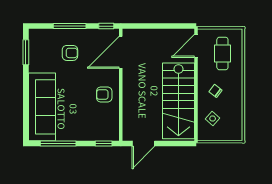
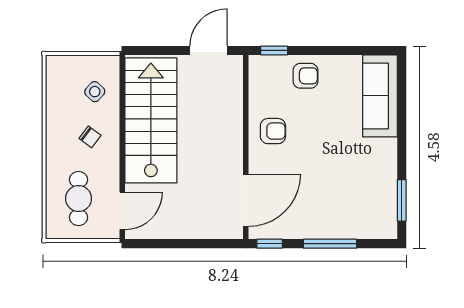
armchair: (70, 53) -> (305, 76), moved, turned 180
sofa: (42, 107) -> (380, 96), width x0.74, depth x0.79
window: (58, 144) -> (349, 50), removed

